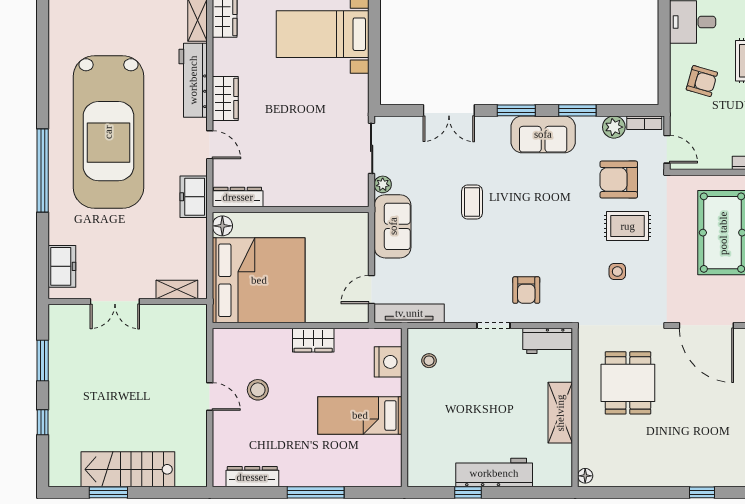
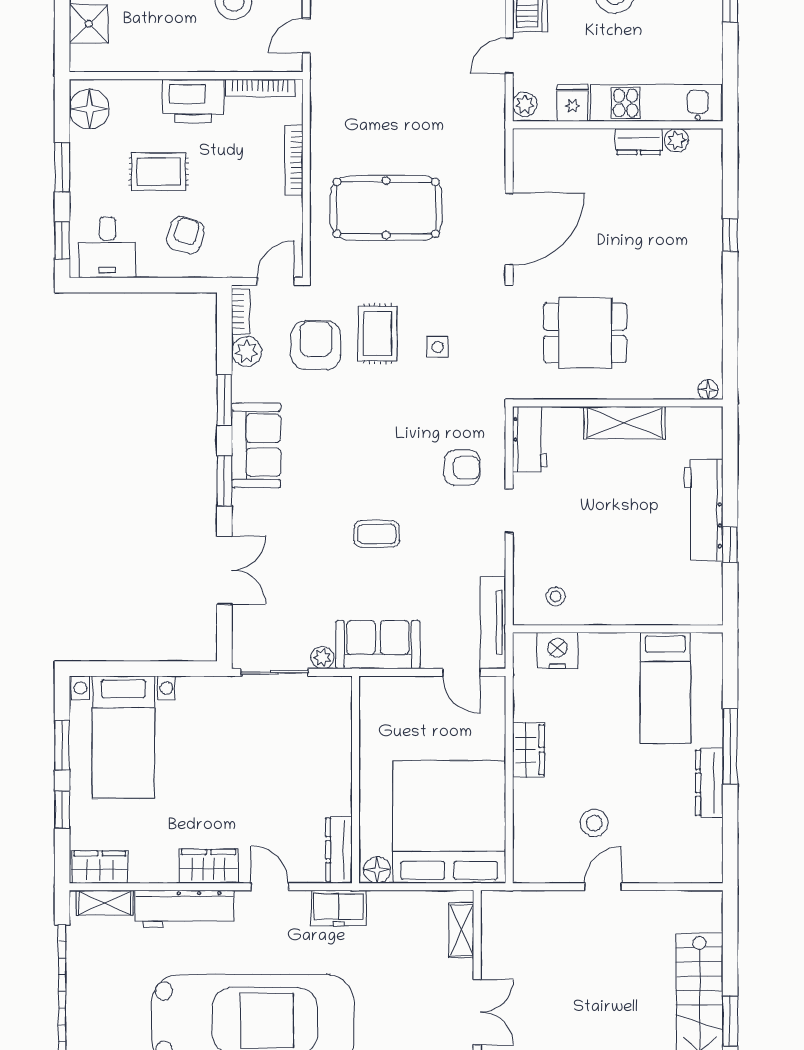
door: (210, 145) -> (270, 887), hinge flipped
armchair: (619, 180) -> (316, 345), turned 180
coffee table: (472, 202) -> (377, 534), moved
bed: (360, 415) -> (665, 688), moved
dresser: (252, 477) -> (709, 783), moved

